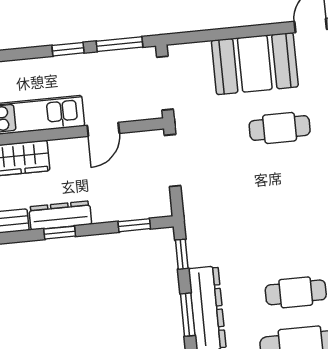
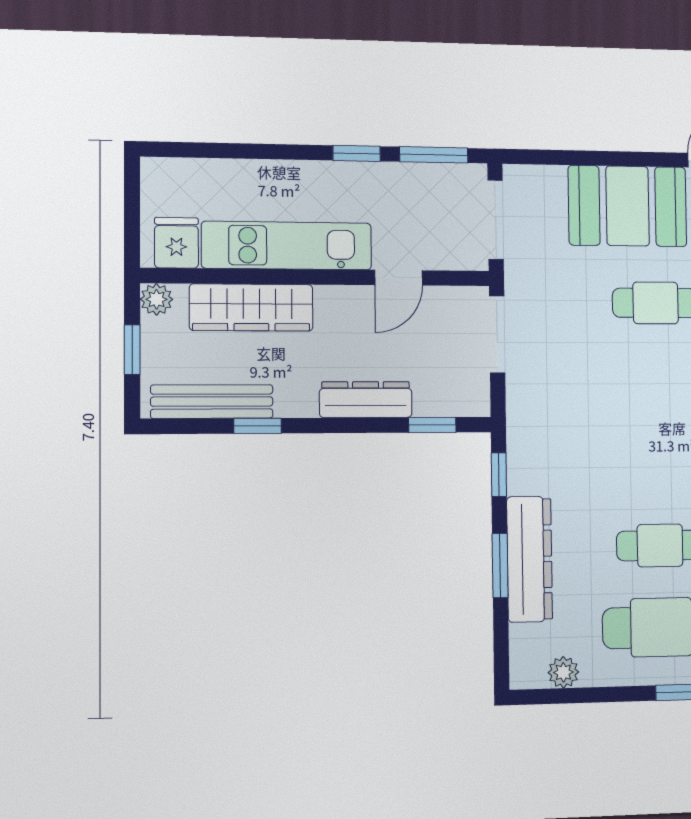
dresser: (60, 215) -> (366, 400), moved
window: (60, 233) -> (258, 426), moved

